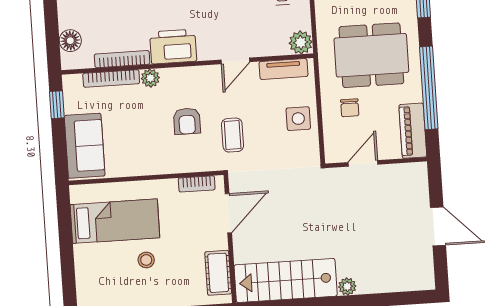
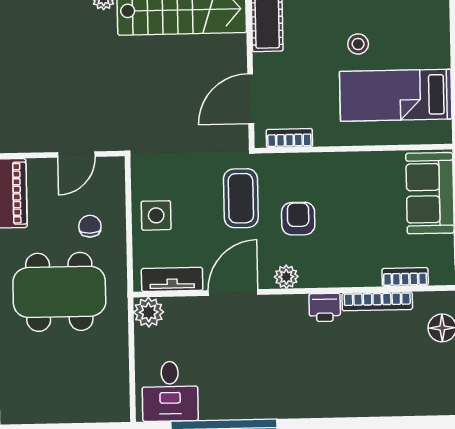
printer: (173, 46) -> (325, 307), width x0.53, depth x0.68
door: (235, 61) -> (233, 293), width x1.38
plant: (150, 78) -> (286, 277), moved
bookcase: (111, 79) -> (405, 277), width x0.64
coffee table: (233, 135) -> (241, 198), width x1.36, depth x1.30

